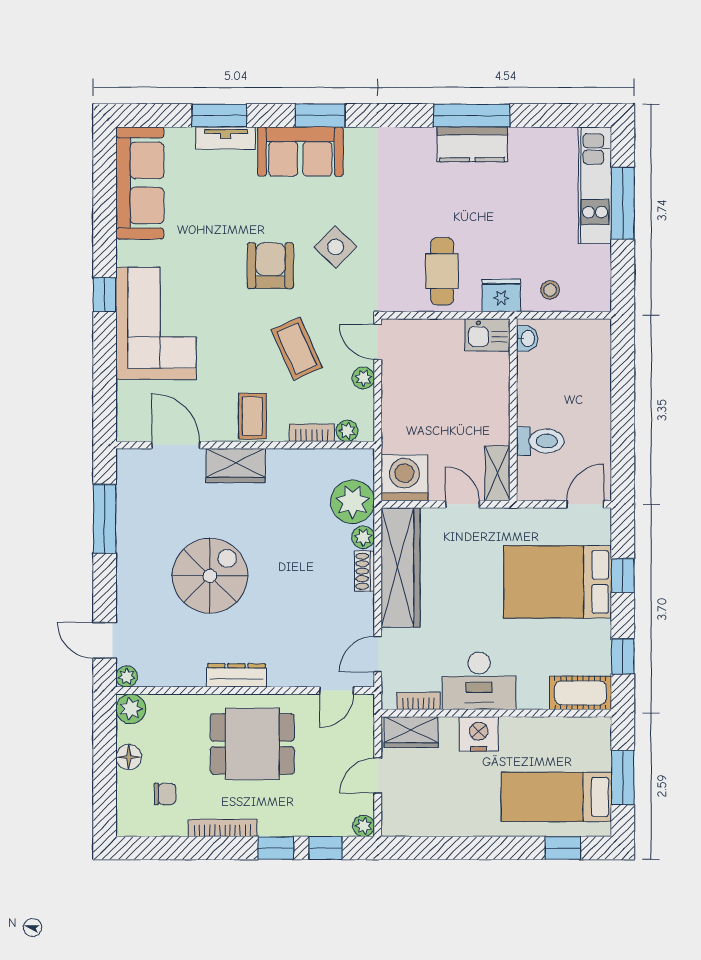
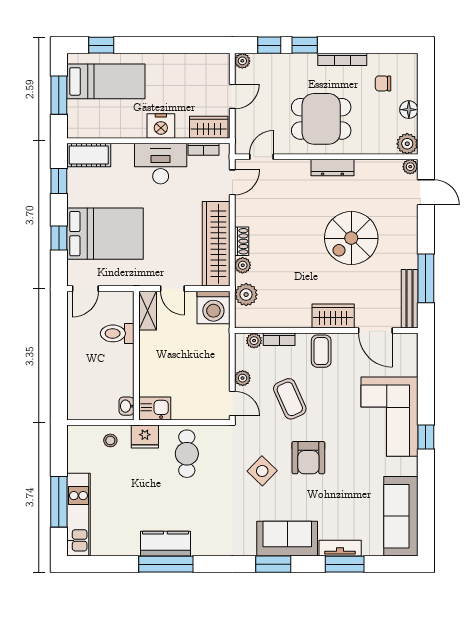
bench: (128, 490) -> (410, 299), added
plant: (353, 502) -> (246, 295), width x0.73, depth x0.73

